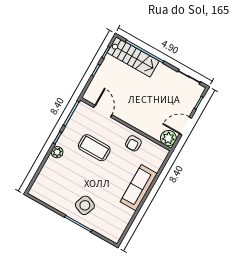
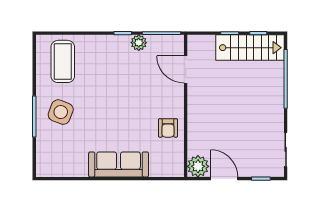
stairs: (133, 57) -> (250, 48), moved, turned -90
door: (103, 111) -> (186, 69), swing flipped
armchair: (133, 143) -> (168, 128), turned -90
coffee table: (94, 148) -> (63, 61), moved
plant: (57, 152) -> (139, 43), moved

